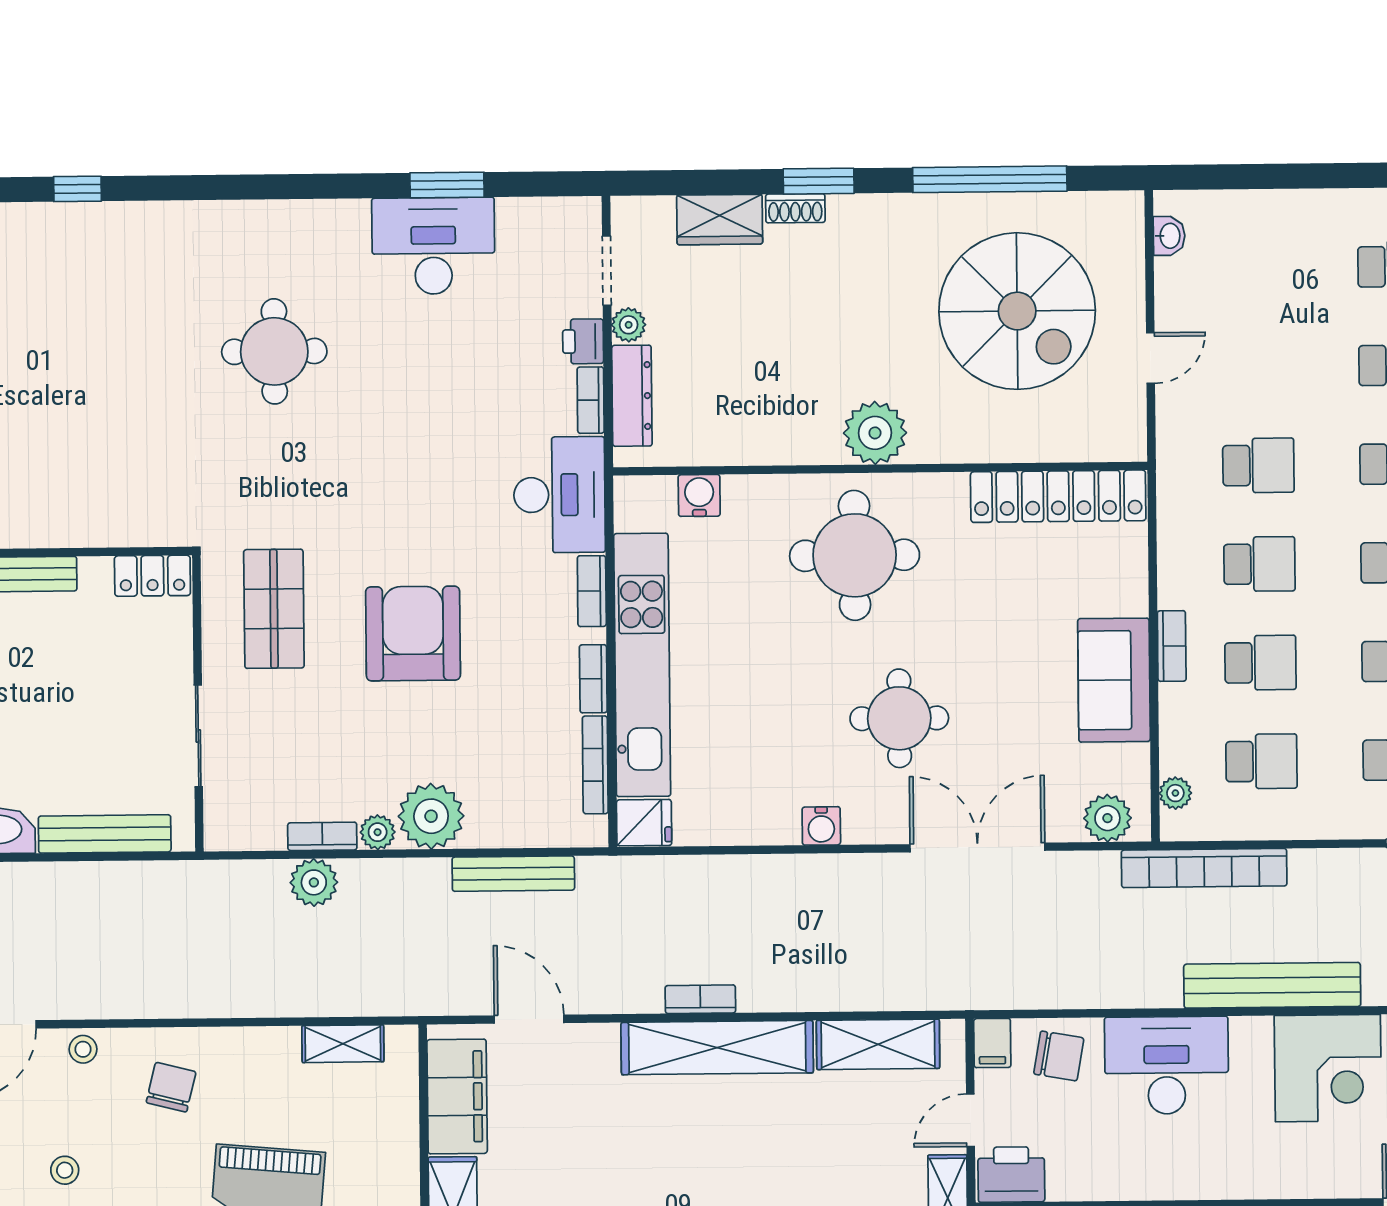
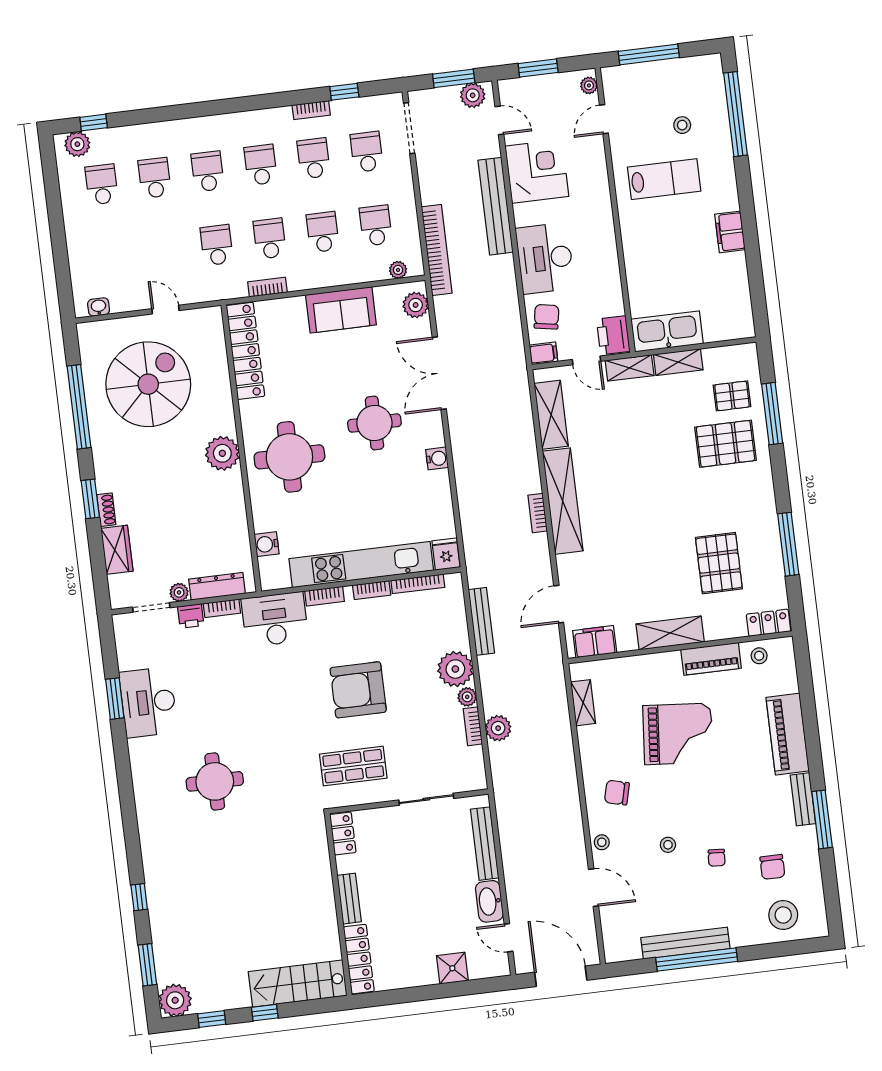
bookcase: (1172, 646) -> (267, 287), moved
filing cabinet: (457, 1096) -> (595, 642), width x0.67, depth x0.86

